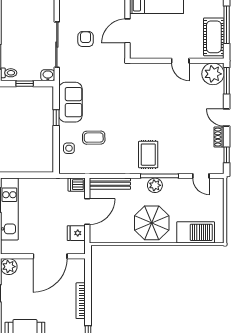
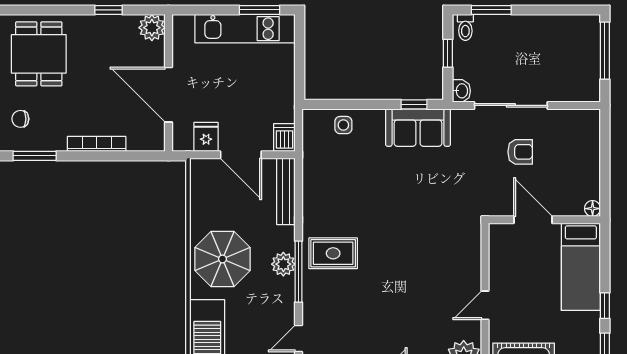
window: (56, 118) -> (414, 104), moved
coffee table: (94, 138) -> (361, 165), removed

